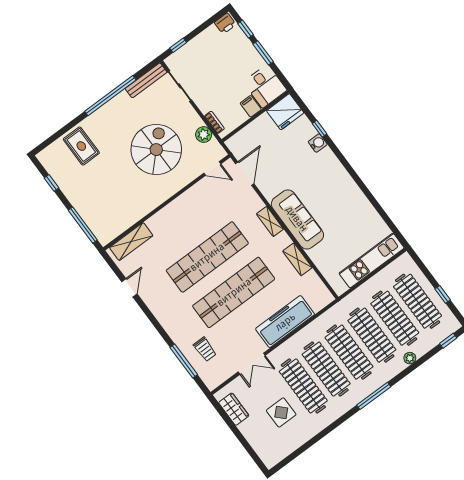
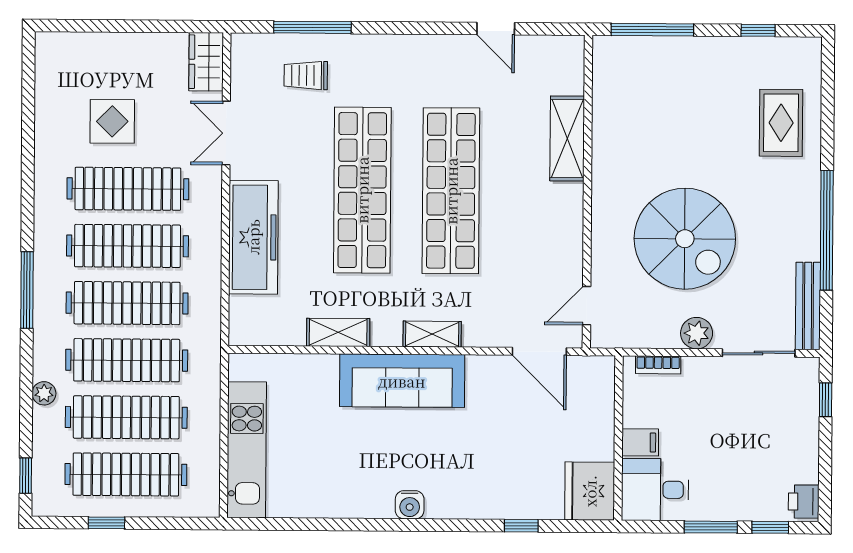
plant: (204, 135) -> (697, 333), moved
water cooler: (318, 143) -> (410, 505), moved
rug: (81, 146) -> (781, 123), turned 90
shelving: (131, 242) -> (567, 138), moved
wardrobe: (234, 409) -> (206, 62), moved, turned 90

